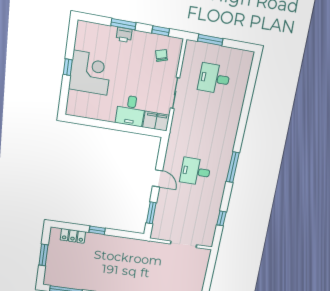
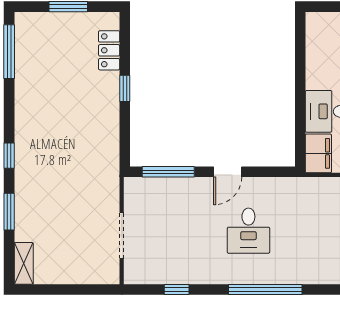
window: (233, 167) -> (265, 290), width x1.46
desk: (195, 171) -> (248, 231), turned 180
window: (151, 213) -> (168, 172), width x1.44

